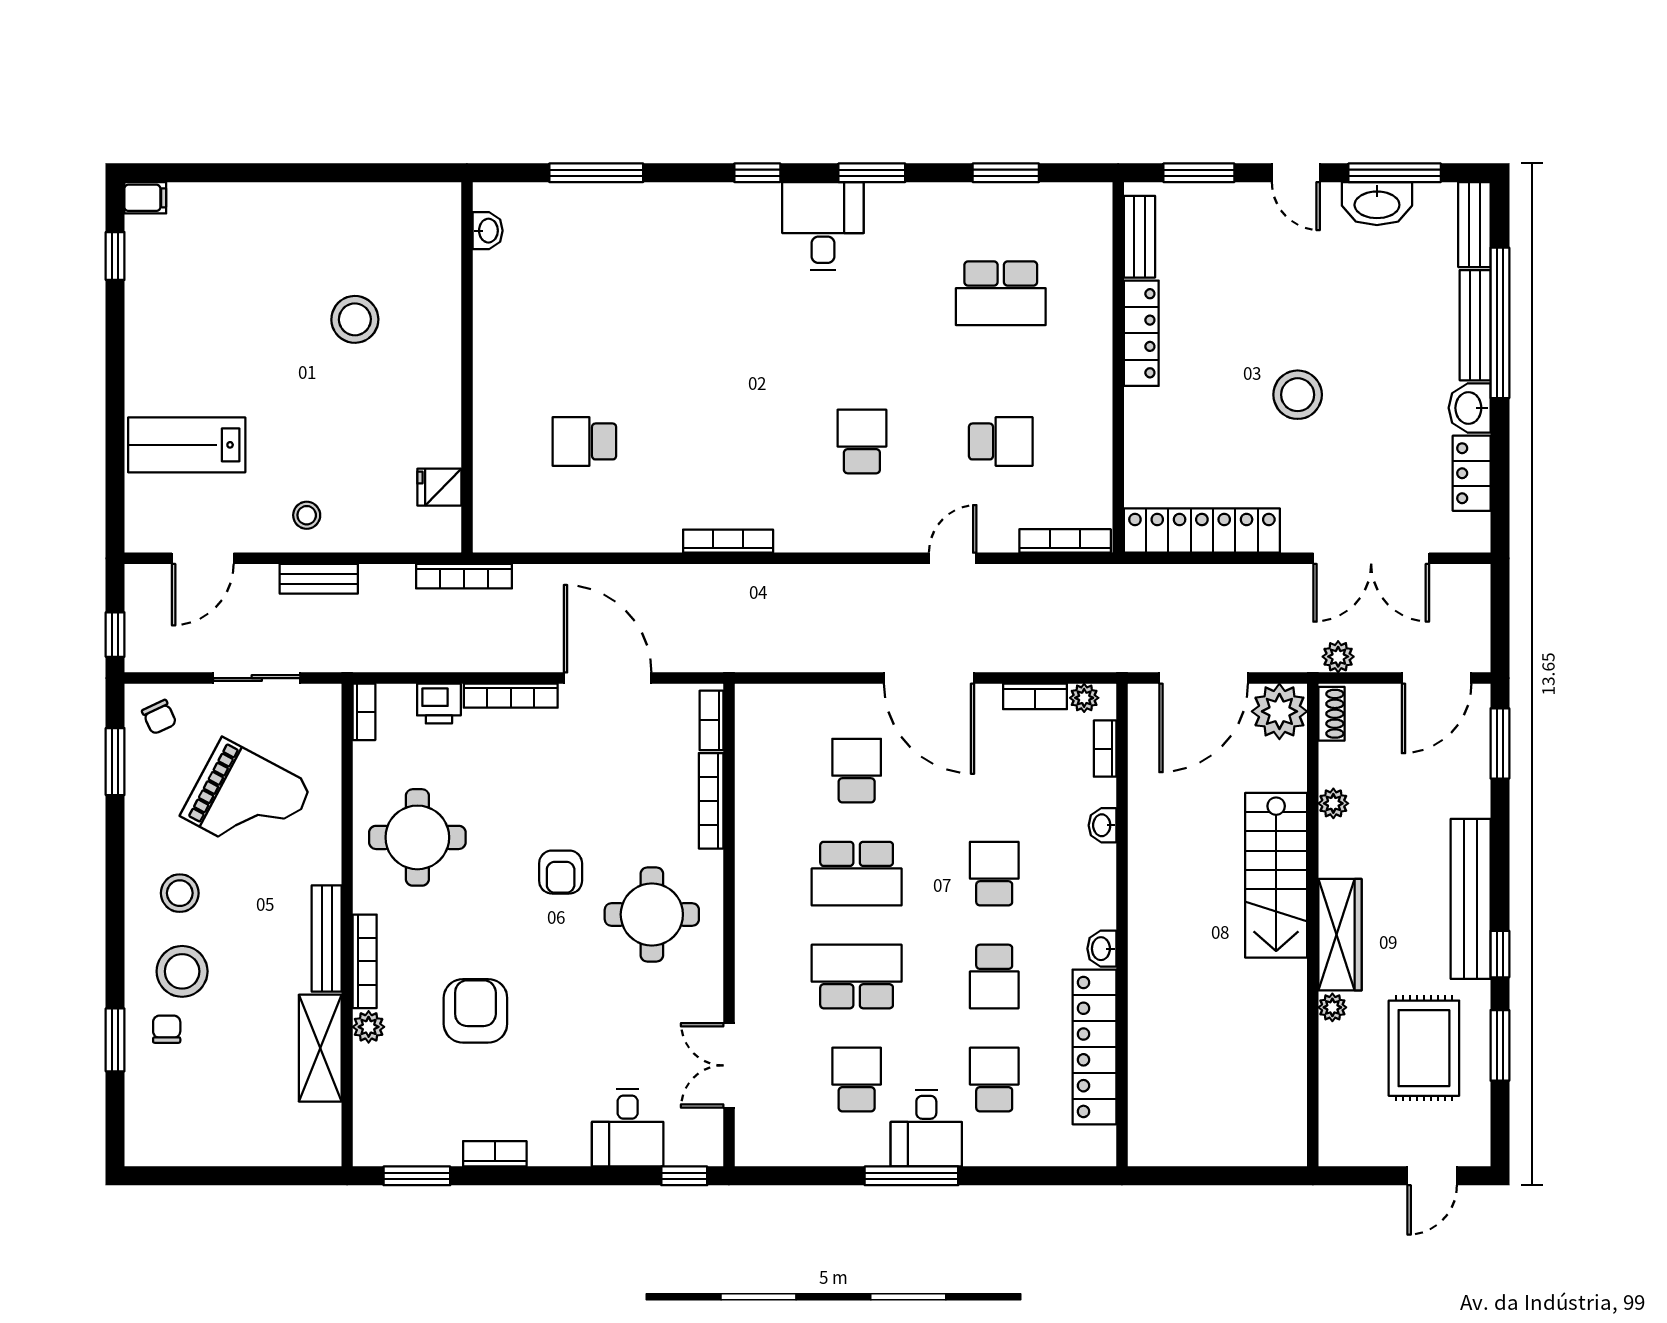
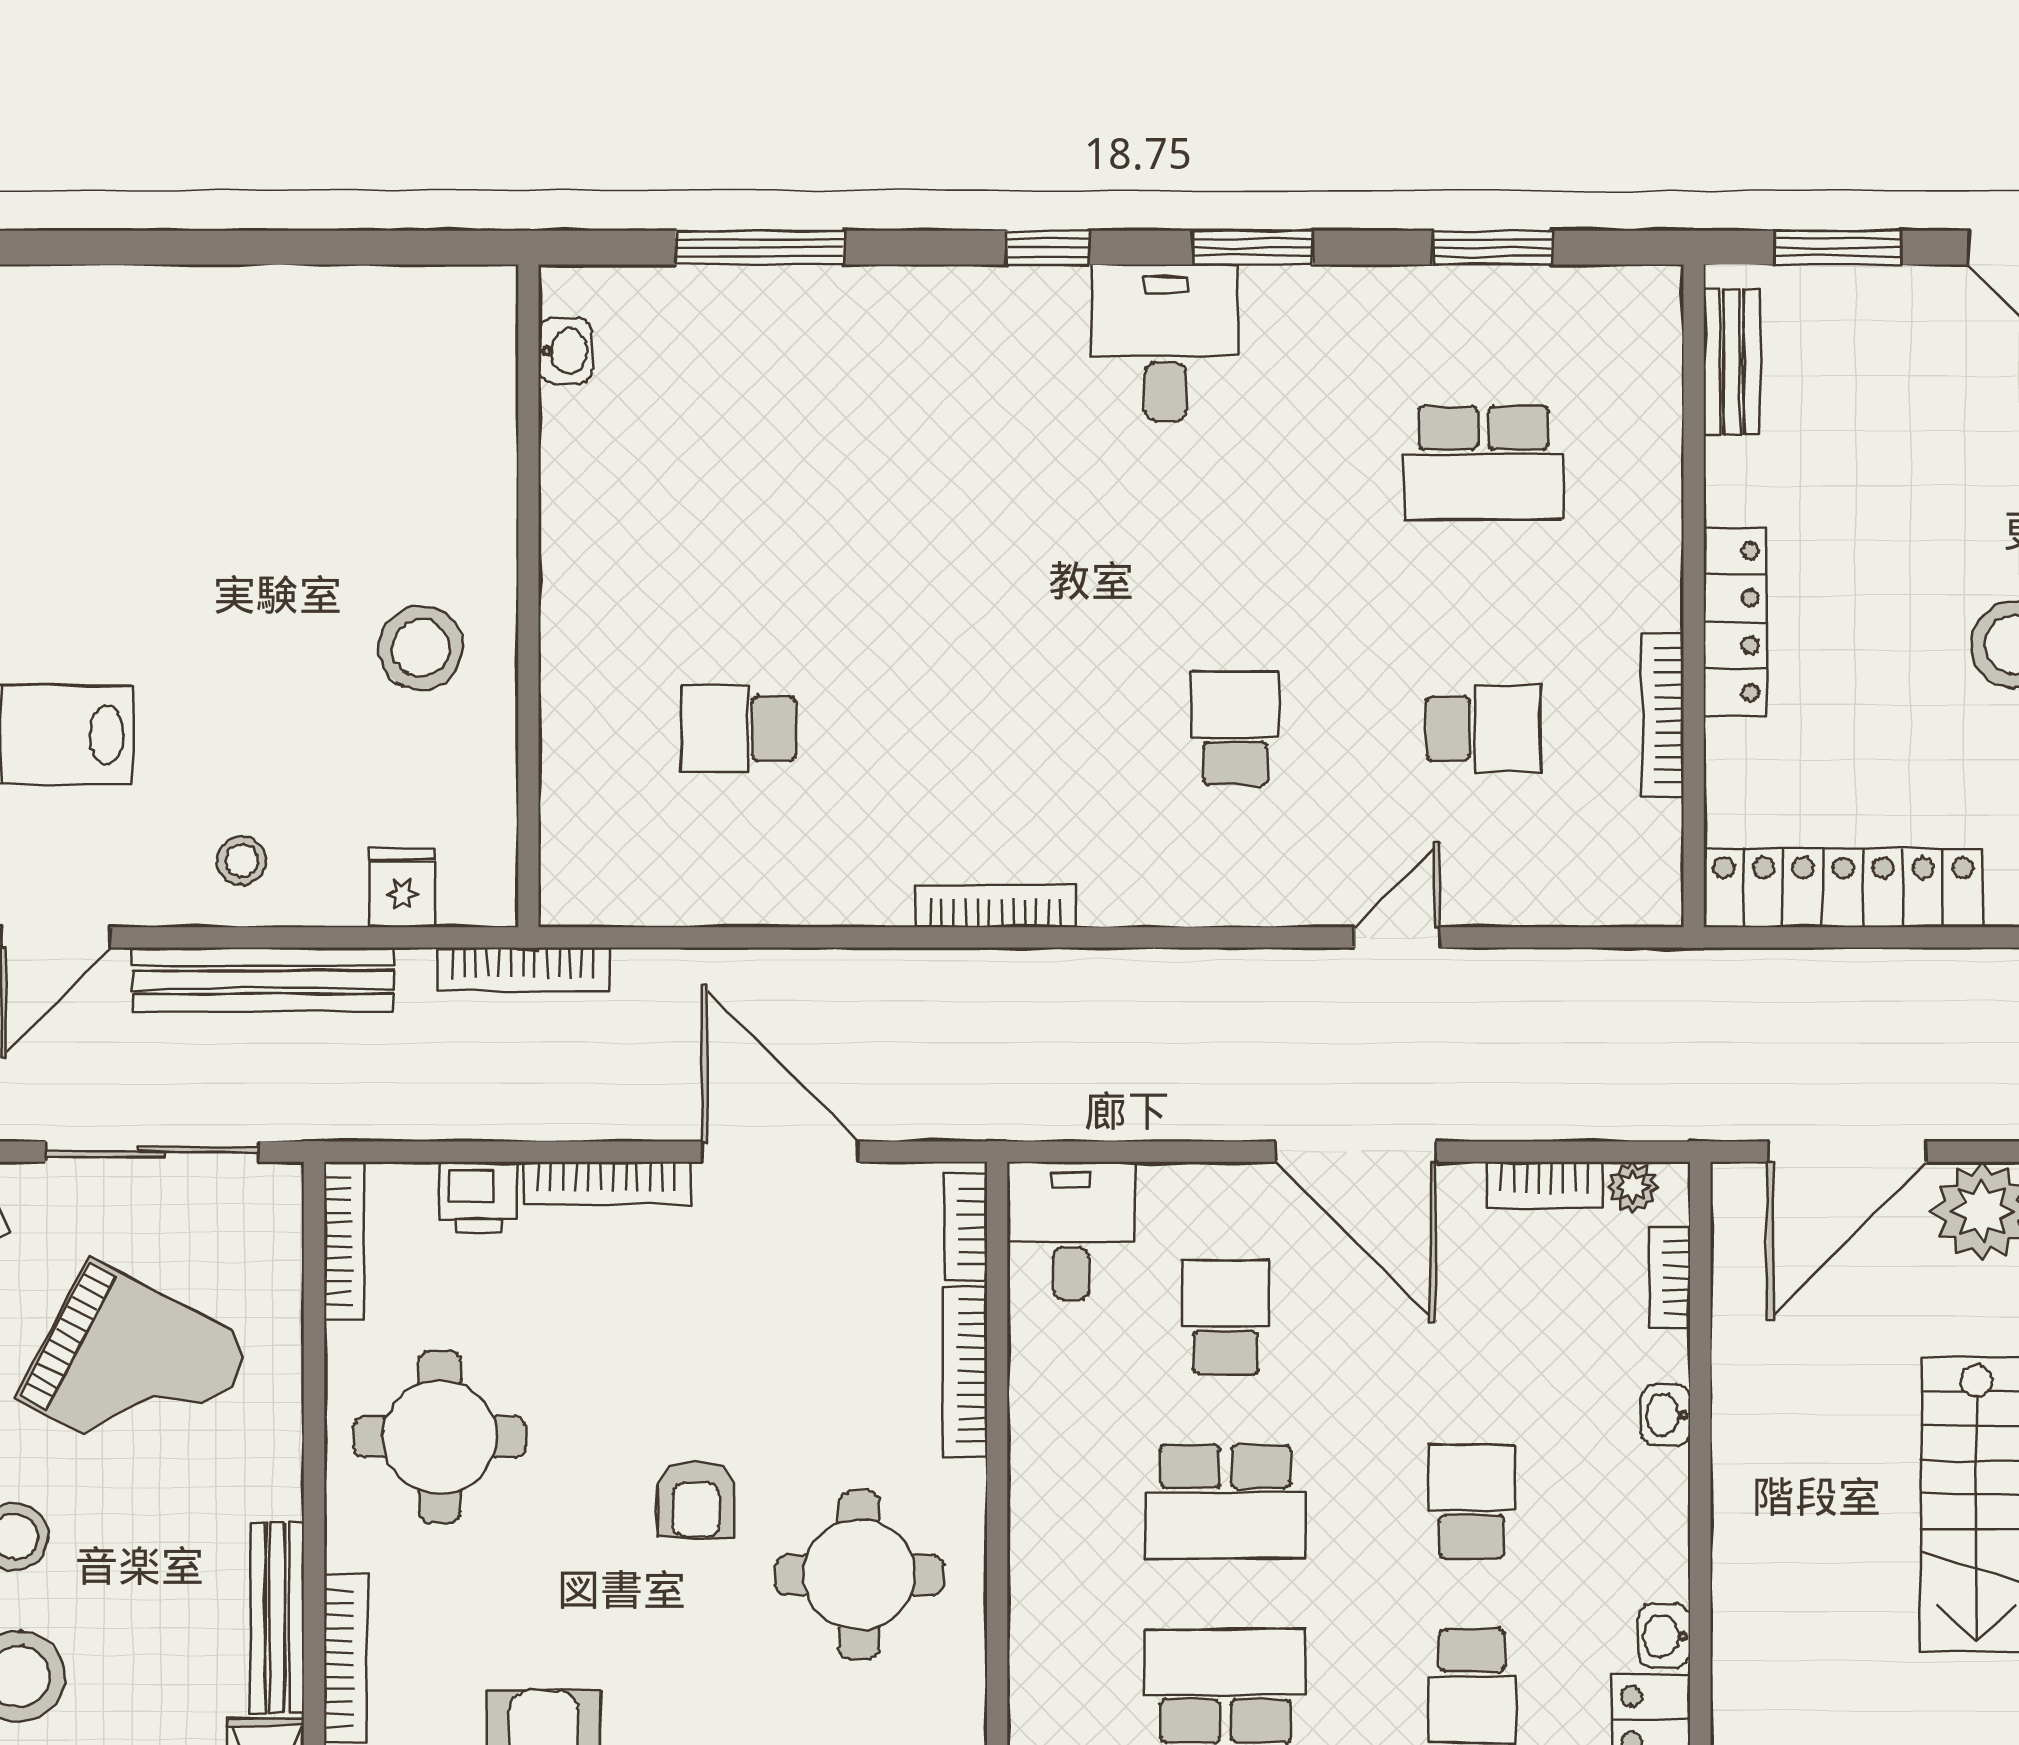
stool: (355, 319) -> (421, 648), moved
locker: (1141, 333) -> (1735, 622), moved
fridge: (439, 487) -> (402, 888), moved, turned 90
bookcase: (1065, 541) -> (1663, 715), moved, turned -90
bench: (319, 579) -> (263, 980), width x1.86, depth x1.21
sliding door: (257, 678) -> (152, 1152), width x1.37
bookcase: (364, 712) -> (344, 1241), width x1.56
desk: (770, 722) -> (1071, 1231), added

